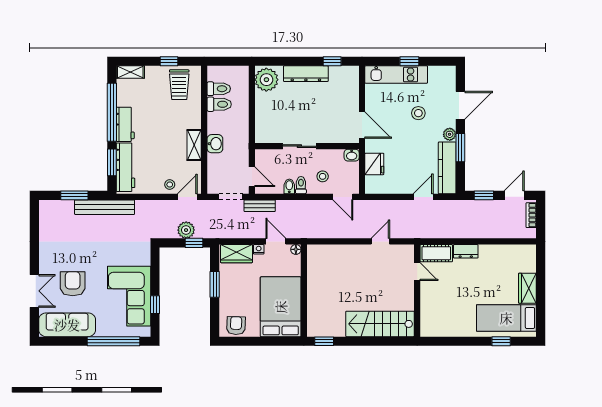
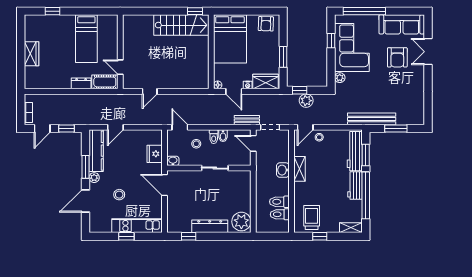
plant: (144, 259) -> (340, 78), added
bed: (506, 318) -> (86, 39), moved, turned 90
stairs: (380, 324) -> (181, 25), moved

